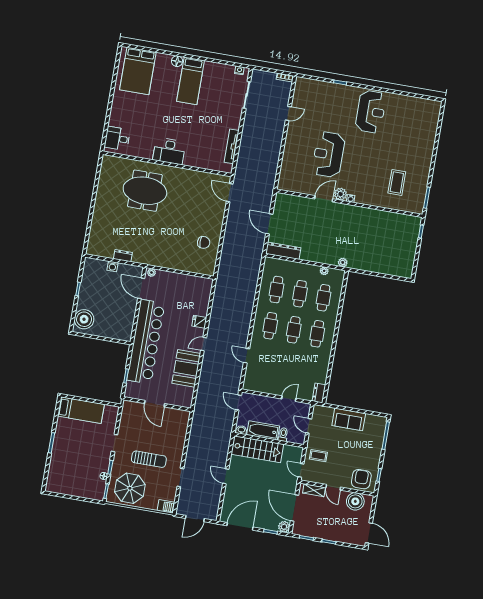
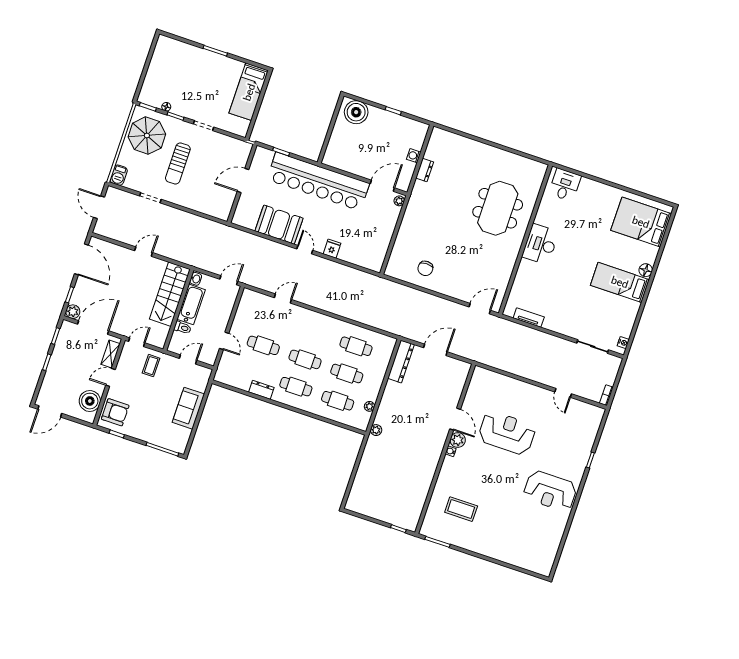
tv unit: (232, 146) -> (529, 317), width x0.71
cafe table: (270, 326) -> (263, 345), moved
dresser: (319, 393) -> (261, 390), moved

